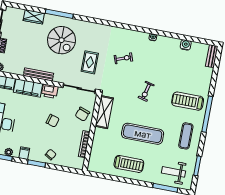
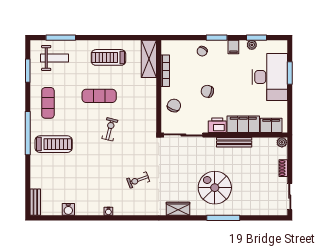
wardrobe: (34, 17) -> (178, 209), moved
rug: (90, 62) -> (177, 168), removed
exercise bike: (146, 91) -> (110, 129), moved
shelving: (104, 112) -> (149, 59), moved
exercise mat: (143, 134) -> (99, 96), width x0.73, depth x0.69

